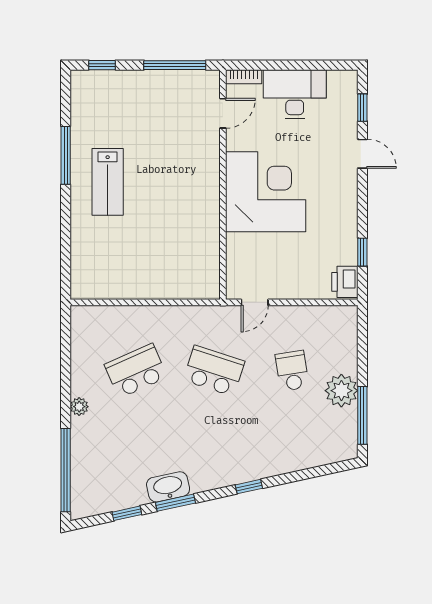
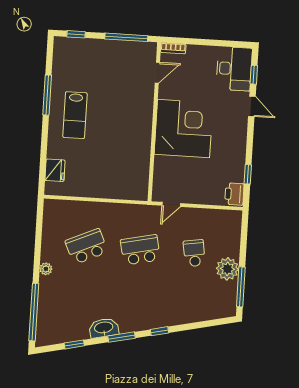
desk: (295, 94) -> (234, 69), moved, turned 90
fridge: (84, 263) -> (55, 170), added
school desk: (214, 371) -> (140, 250), turned -30
window: (175, 503) -> (122, 337), moved

